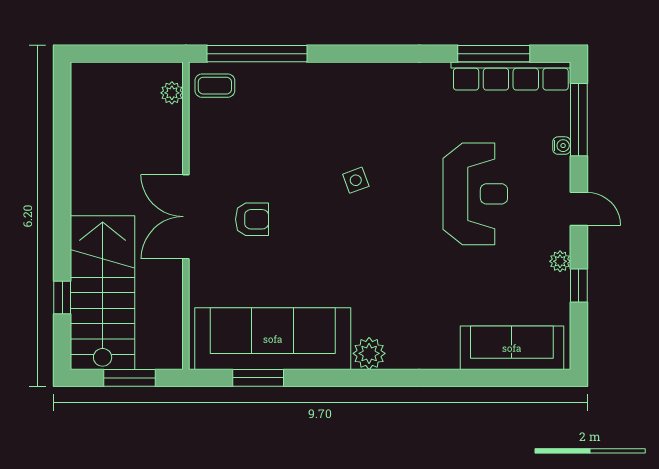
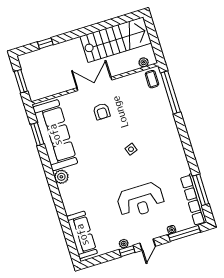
window: (579, 286) -> (127, 251), moved
stairs: (103, 293) -> (116, 40), moved

